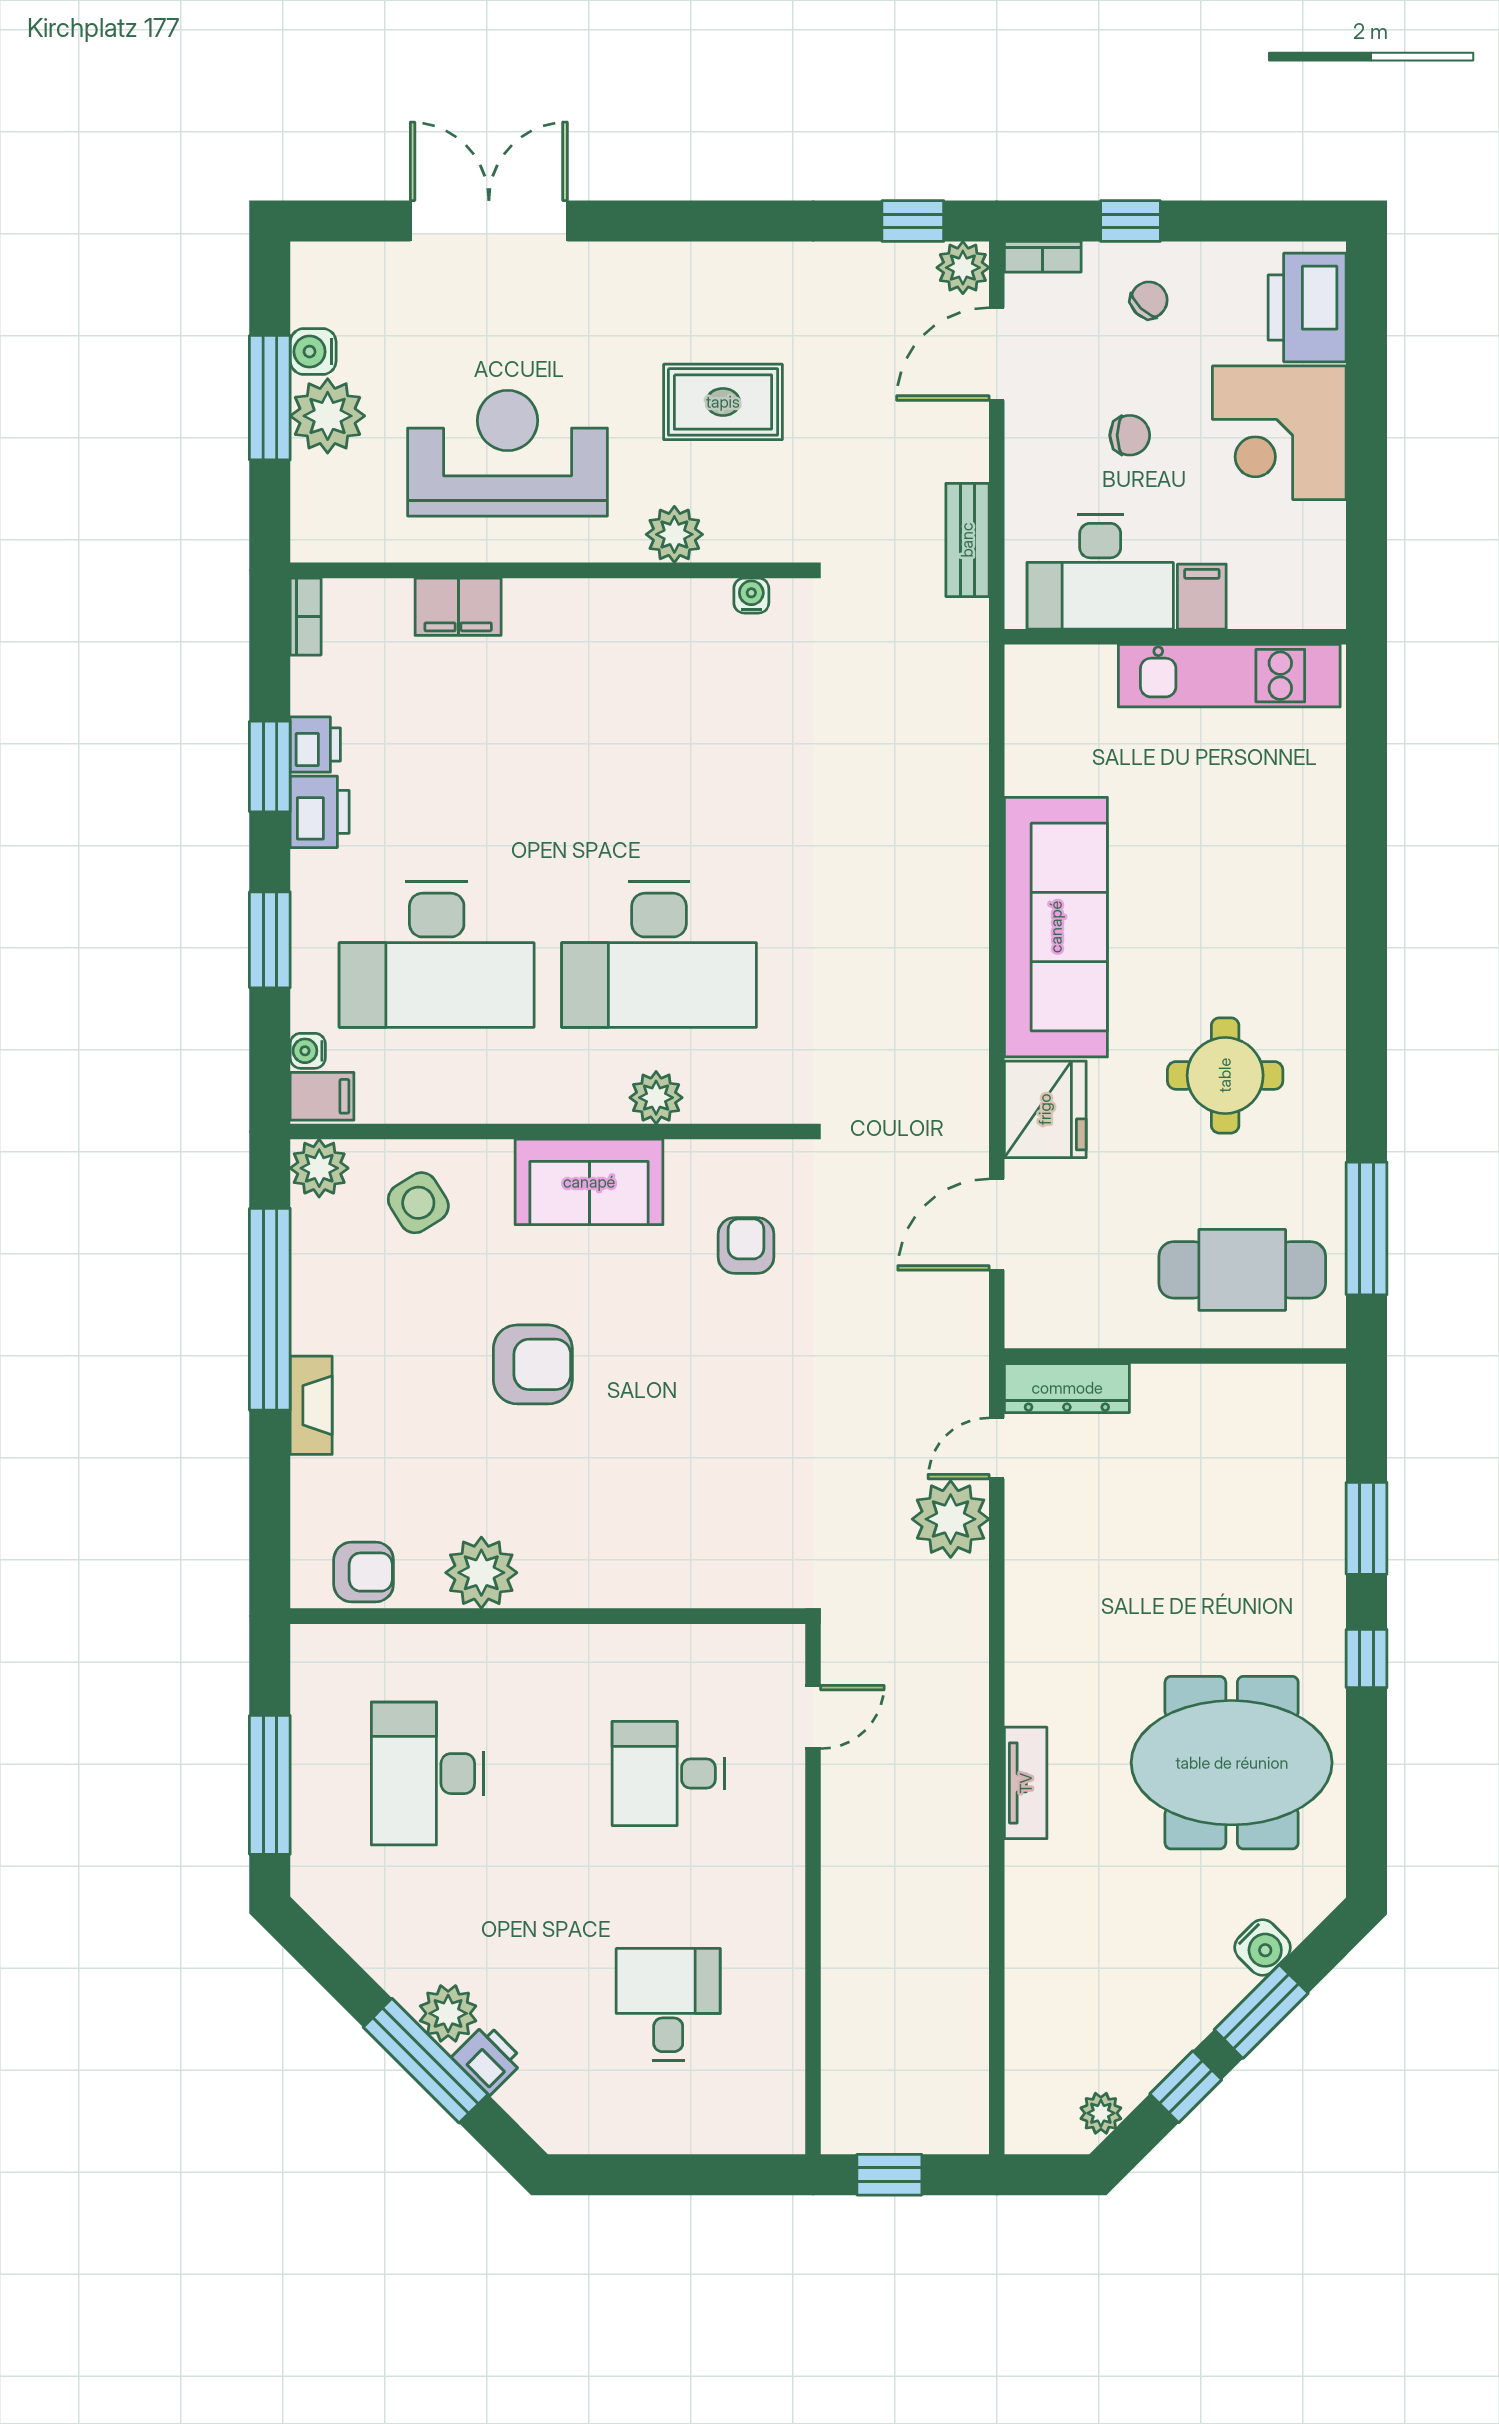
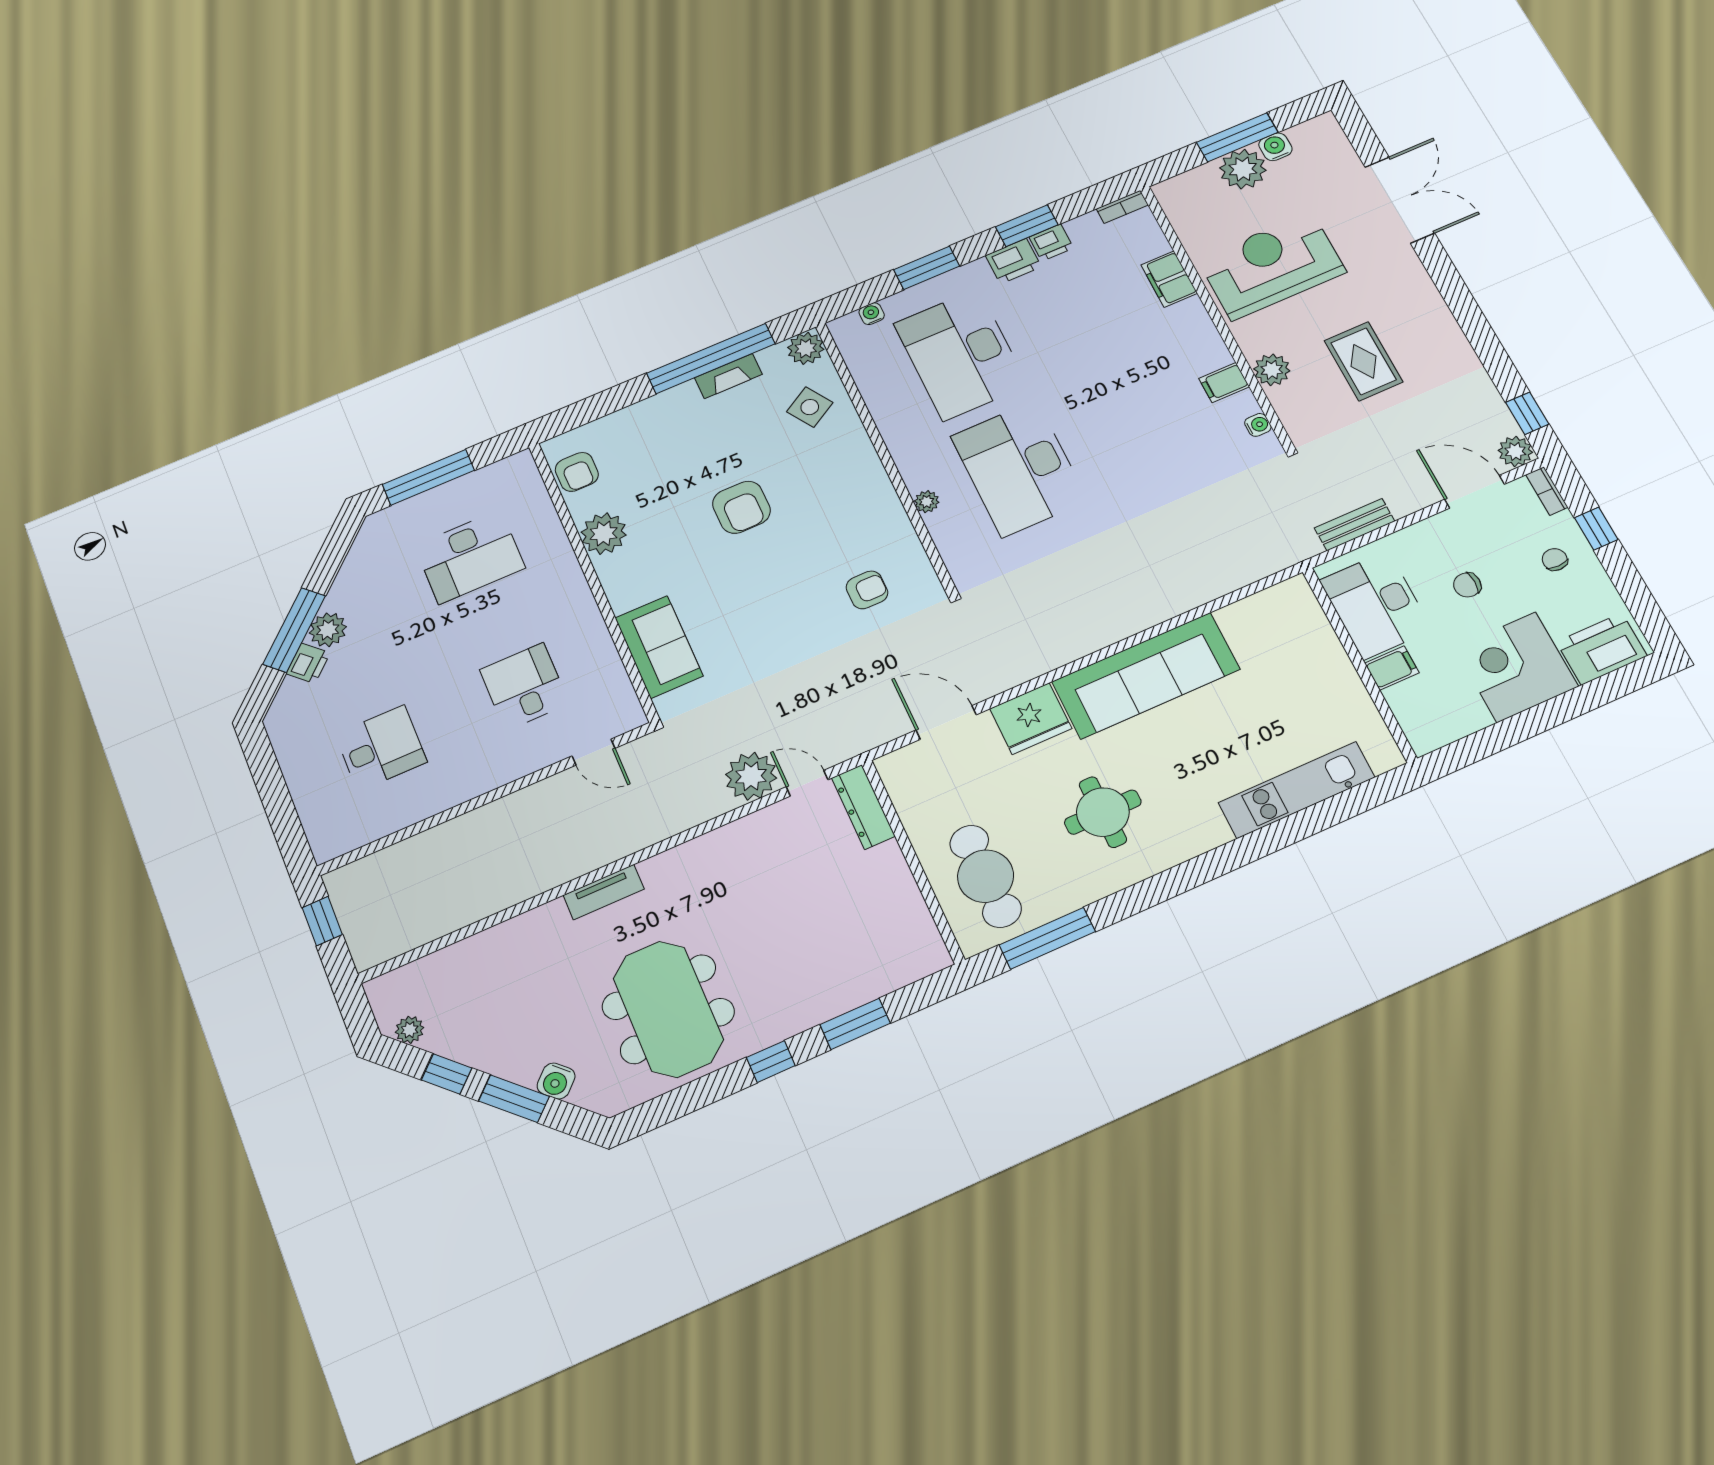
chair: (1149, 300) -> (1555, 560), turned -134
chair: (1130, 435) -> (1467, 585), turned 90
reception desk: (508, 453) -> (1272, 266), turned -90
kitchen unit: (1229, 676) -> (1297, 790), moved, turned 90
filing cabinet: (322, 1096) -> (1224, 383), moved, turned 90
plant: (656, 1098) -> (927, 502), width x0.73, depth x0.73
sofa: (589, 1182) -> (659, 647), moved, turned 180
fireplace: (311, 1405) -> (728, 376), moved
desk: (427, 1774) -> (470, 557), turned 180

